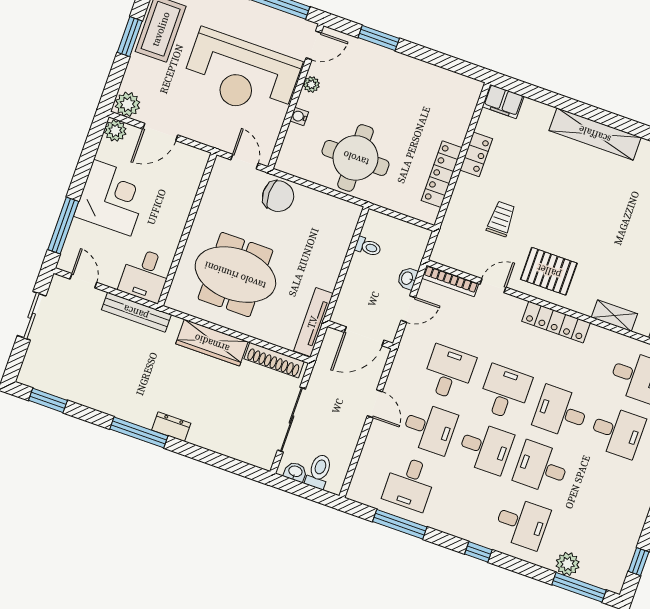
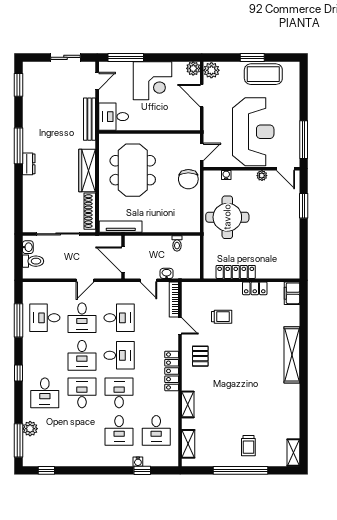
reception desk: (241, 74) -> (253, 132), turned 180
water cooler: (299, 116) -> (226, 175), moved
pallet: (549, 271) -> (200, 356), width x0.67, depth x0.71

